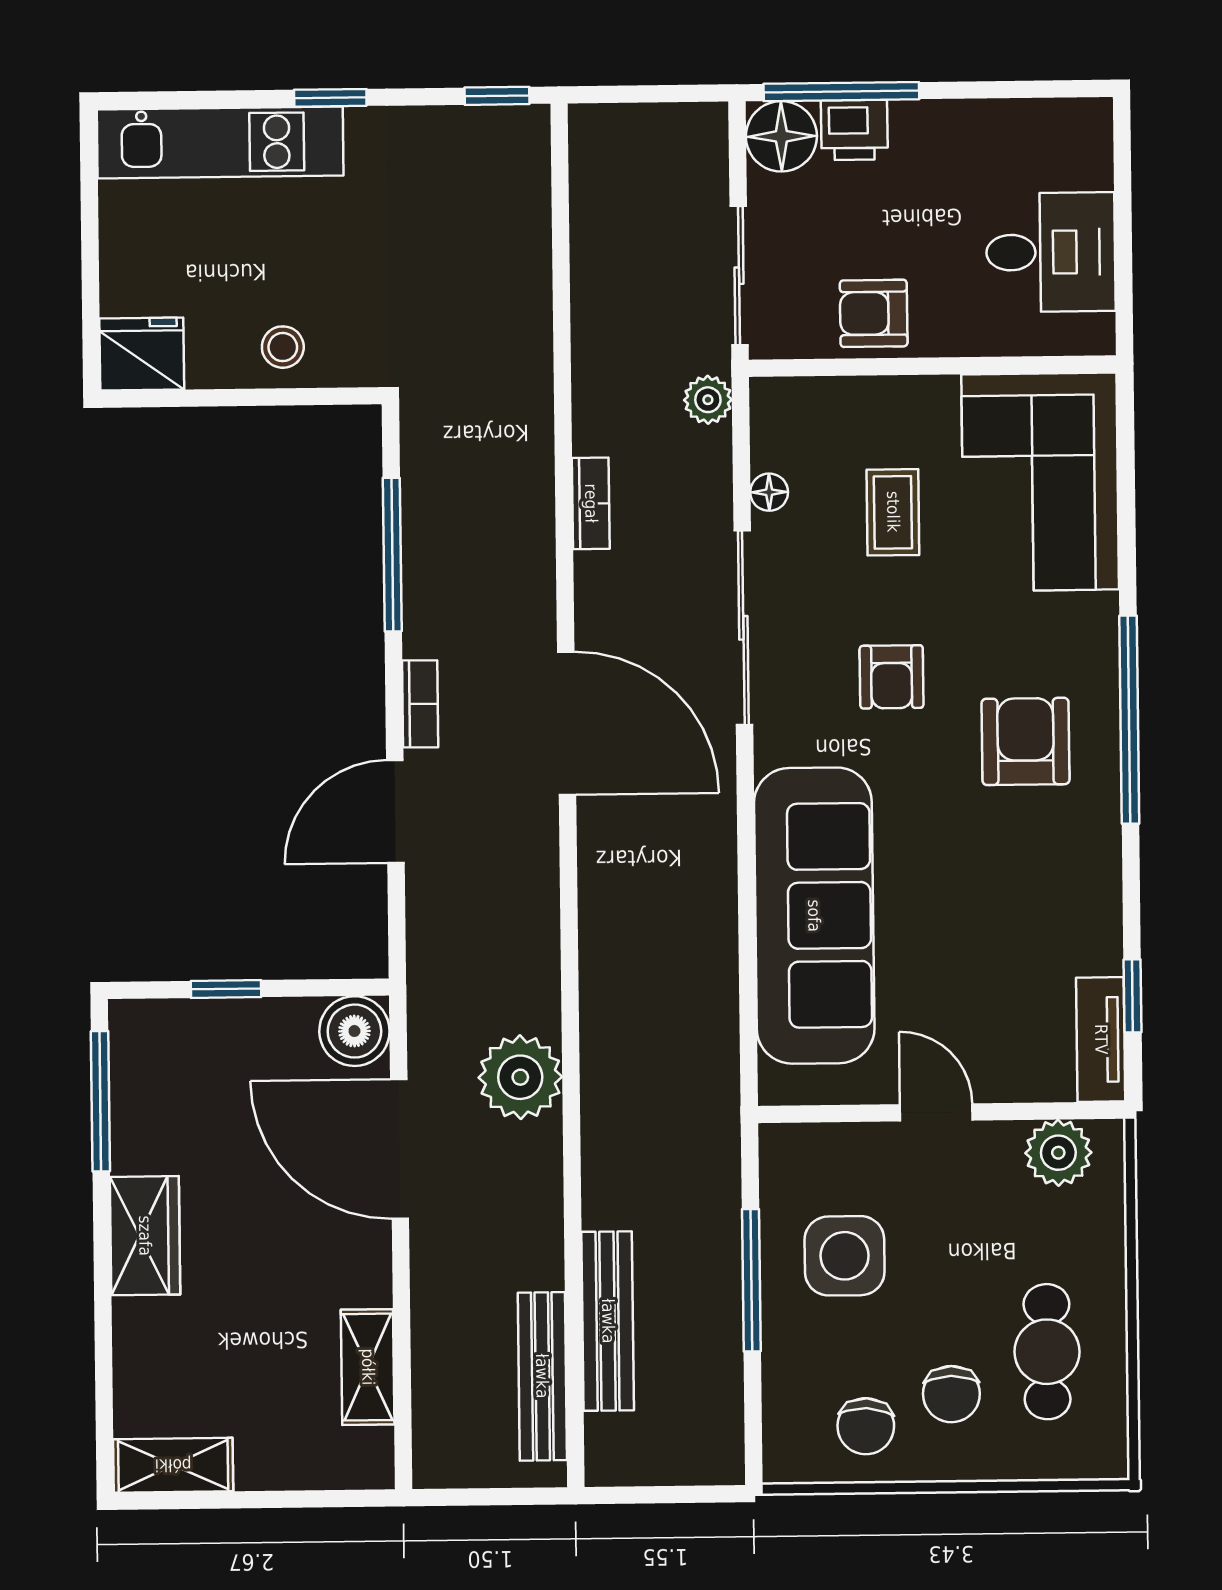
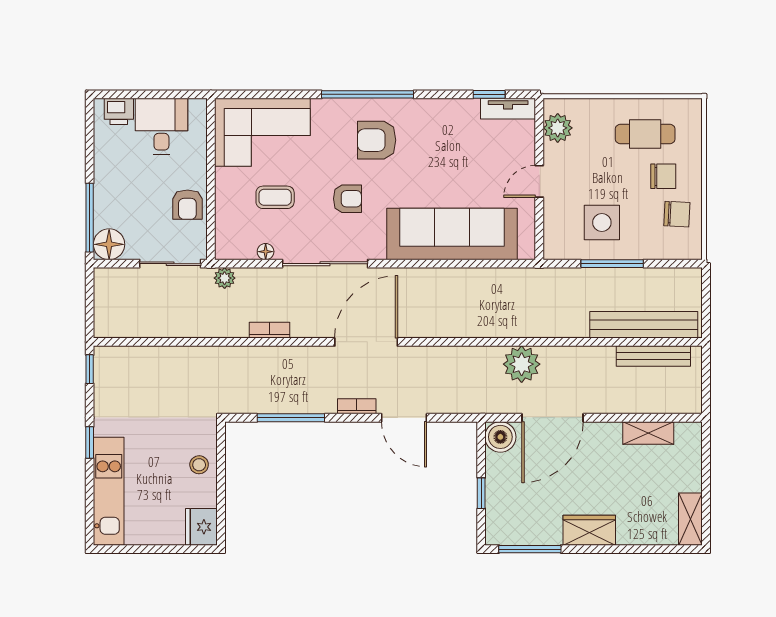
printer: (854, 130) -> (119, 111), moved, turned 90
bench: (608, 1321) -> (644, 325), width x1.37, depth x1.21

